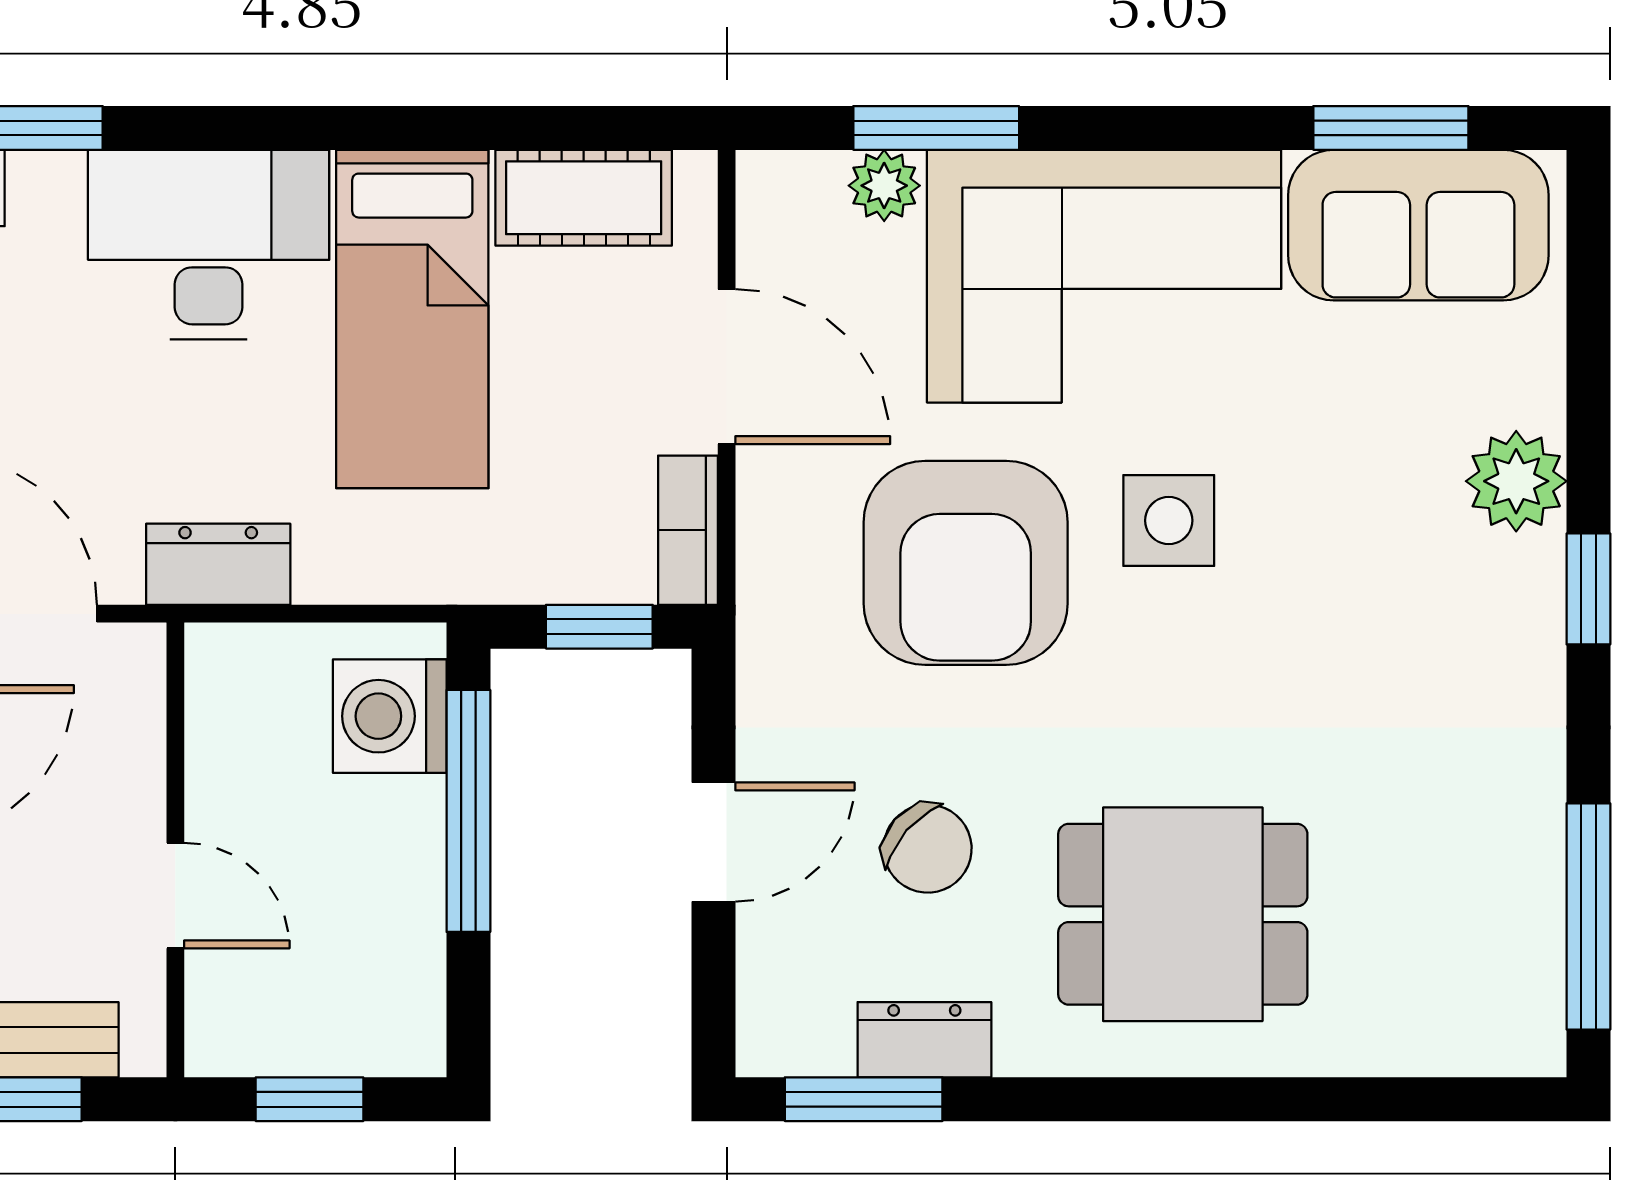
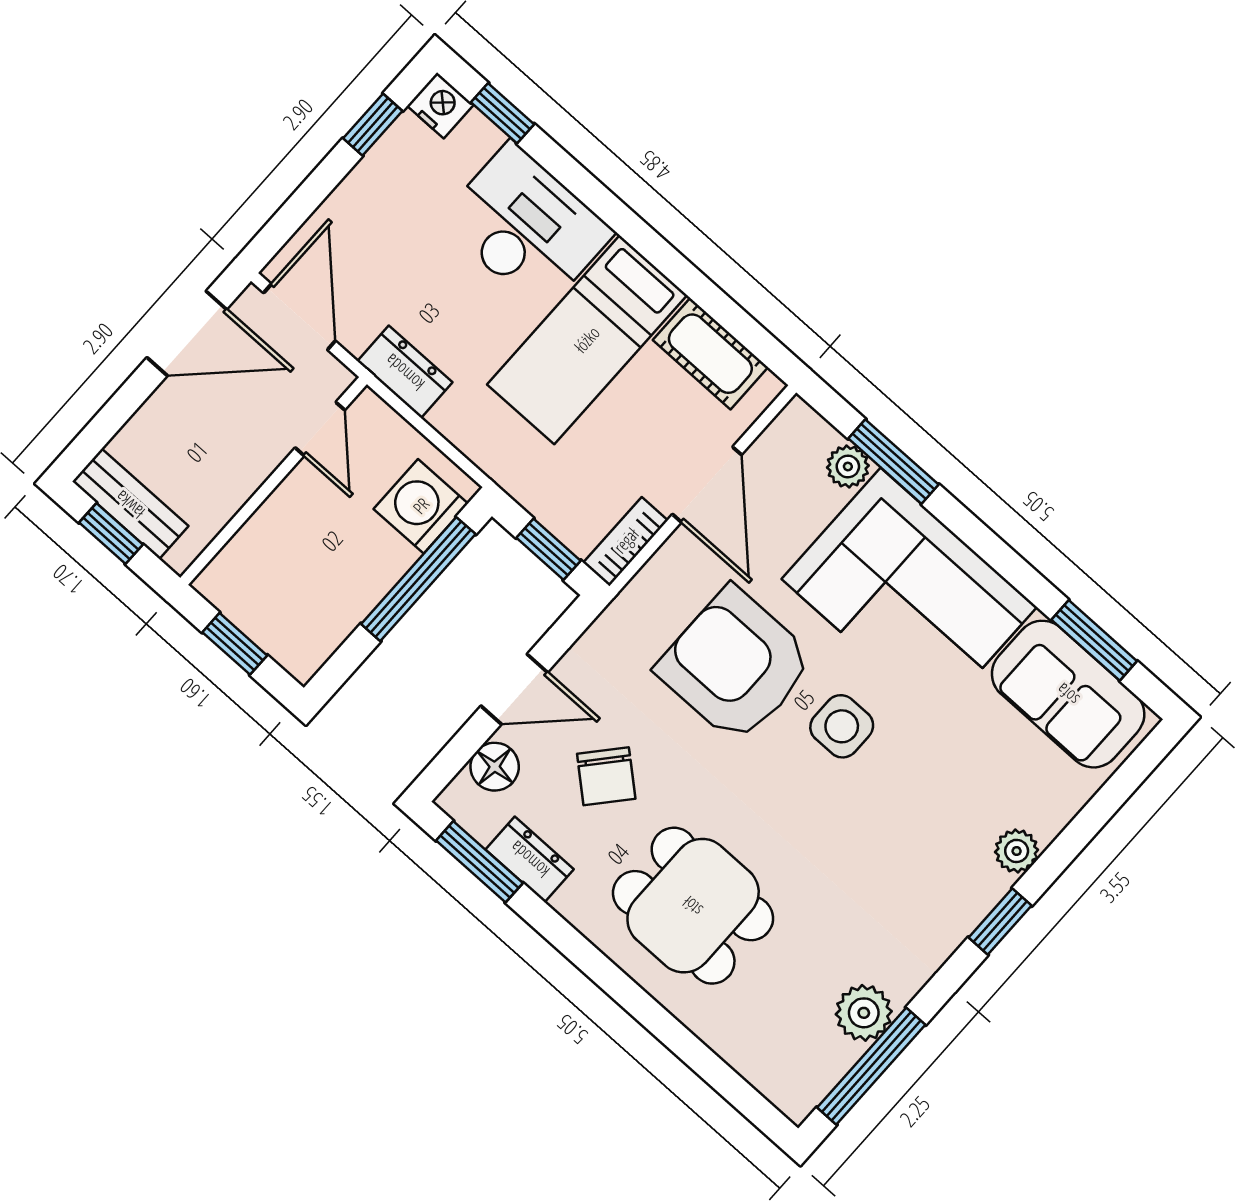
plant: (1516, 481) -> (1017, 851), width x0.73, depth x0.73
armchair: (966, 563) -> (735, 665), turned 90
plant: (1519, 858) -> (864, 1013), added
door: (175, 896) -> (320, 429), moved
floor lamp: (776, 962) -> (495, 767), added

